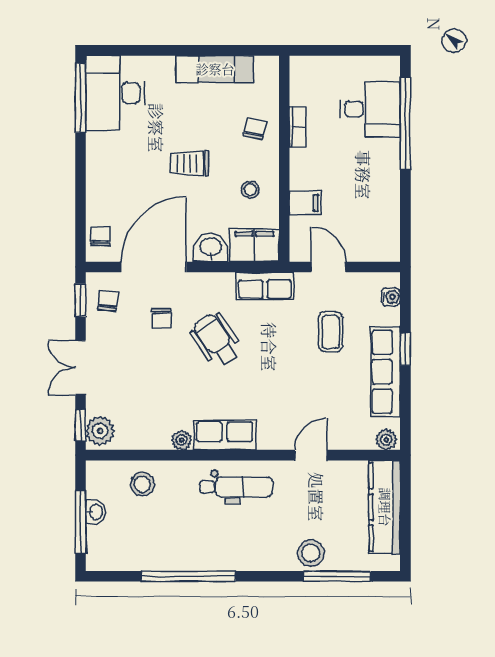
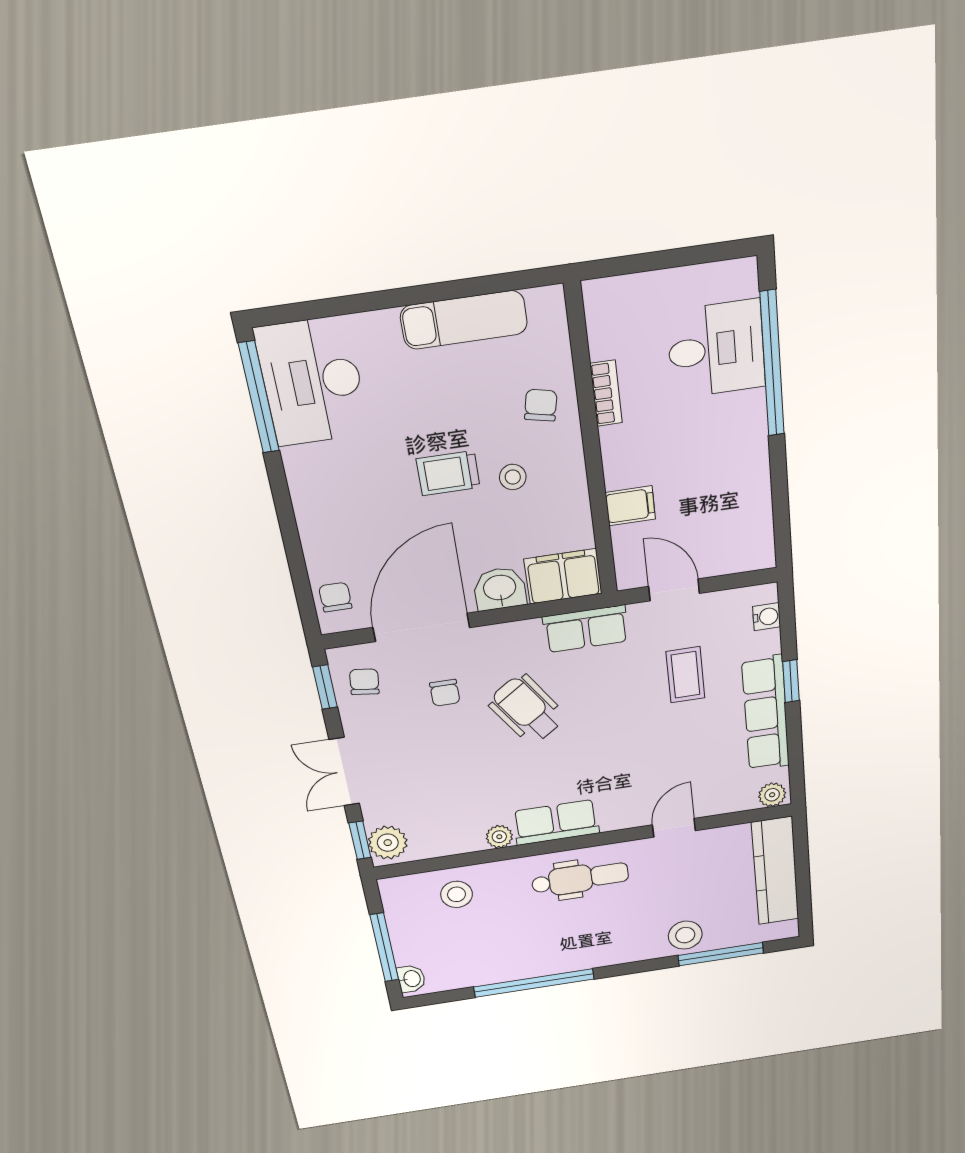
stool: (250, 189) -> (513, 477), moved
washbasin: (95, 512) -> (411, 979), moved

